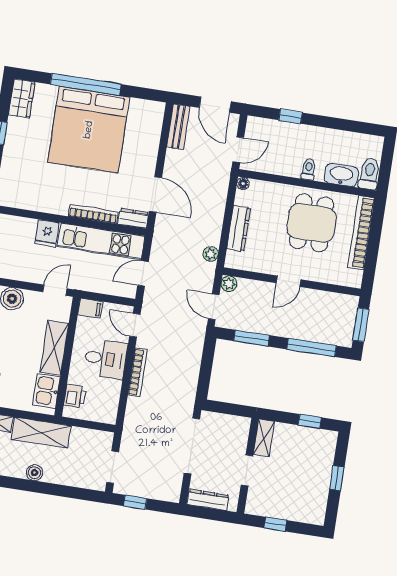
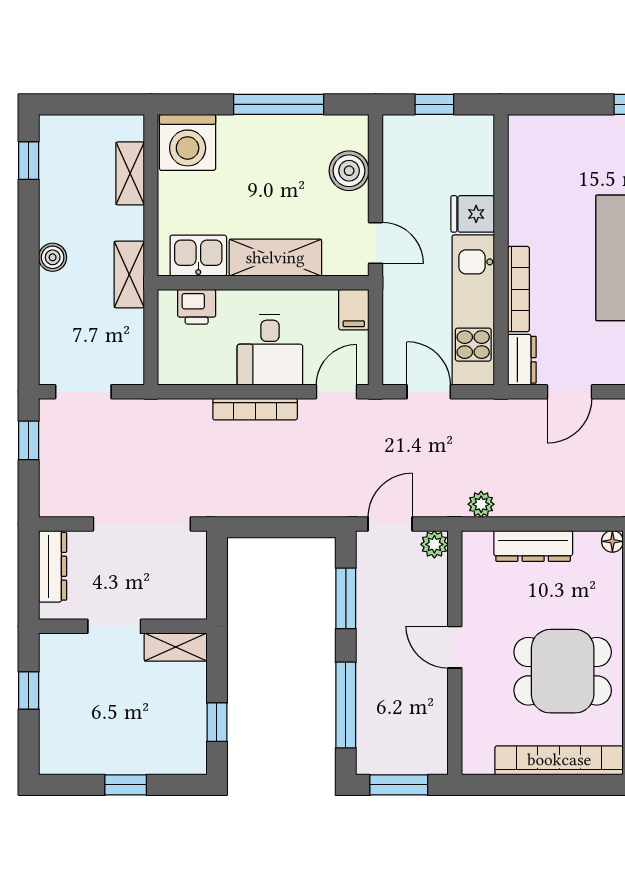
door: (155, 194) -> (570, 392), width x0.73
shelving: (41, 432) -> (129, 274), width x0.67, depth x0.75

